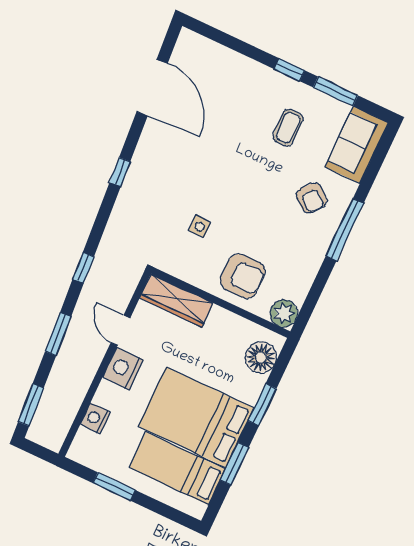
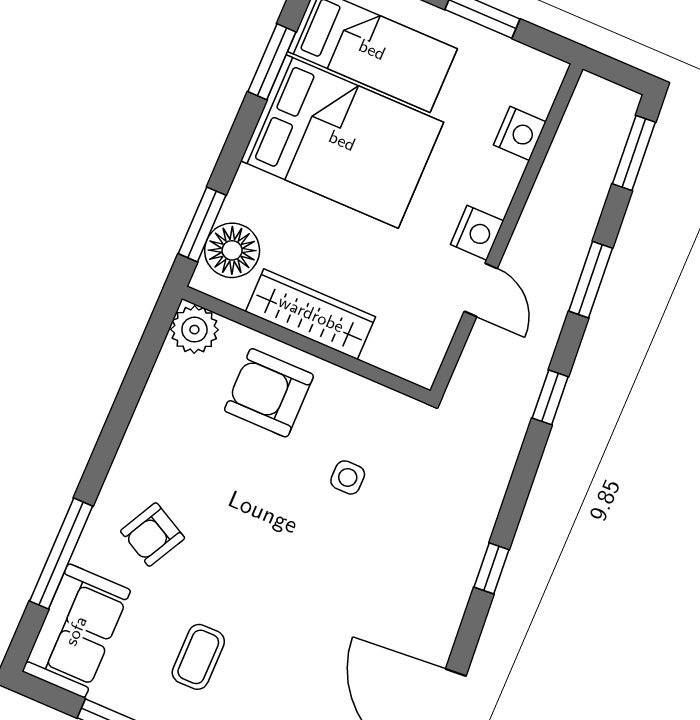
armchair: (312, 198) -> (153, 535), turned -101
window: (345, 230) -> (61, 554), moved
wardrobe: (177, 301) -> (311, 314), moved
nightstand: (123, 368) -> (477, 233), width x0.74, depth x0.75
window: (262, 405) -> (202, 224), moved

